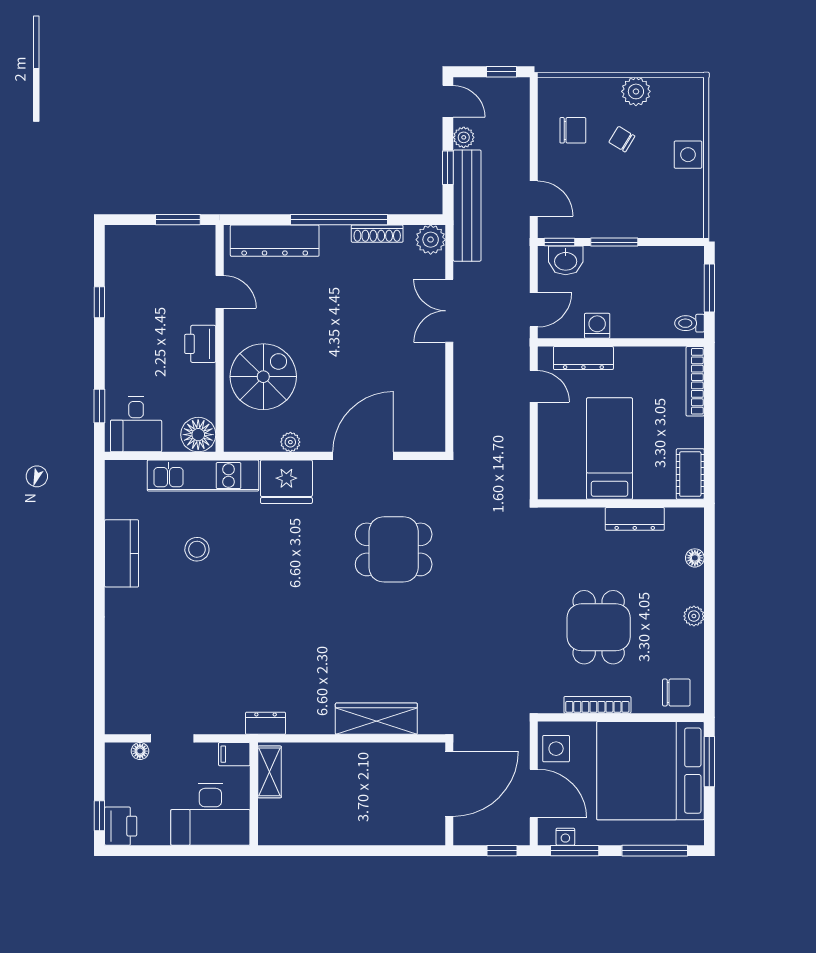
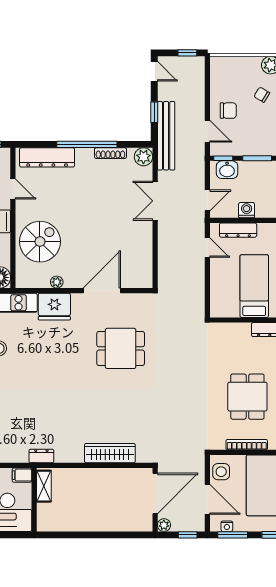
chair: (573, 130) -> (228, 111), moved
plant: (464, 137) -> (164, 525), moved

